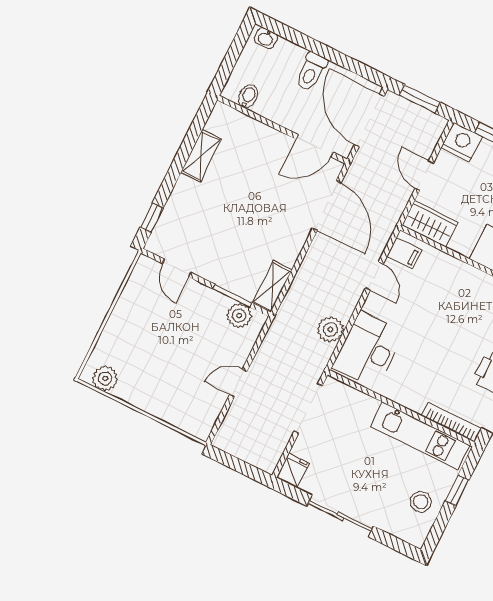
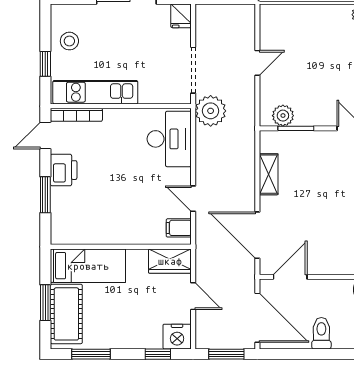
shelving: (272, 286) -> (269, 174), moved
plant: (330, 329) -> (211, 111), moved, width x1.36, depth x1.36

